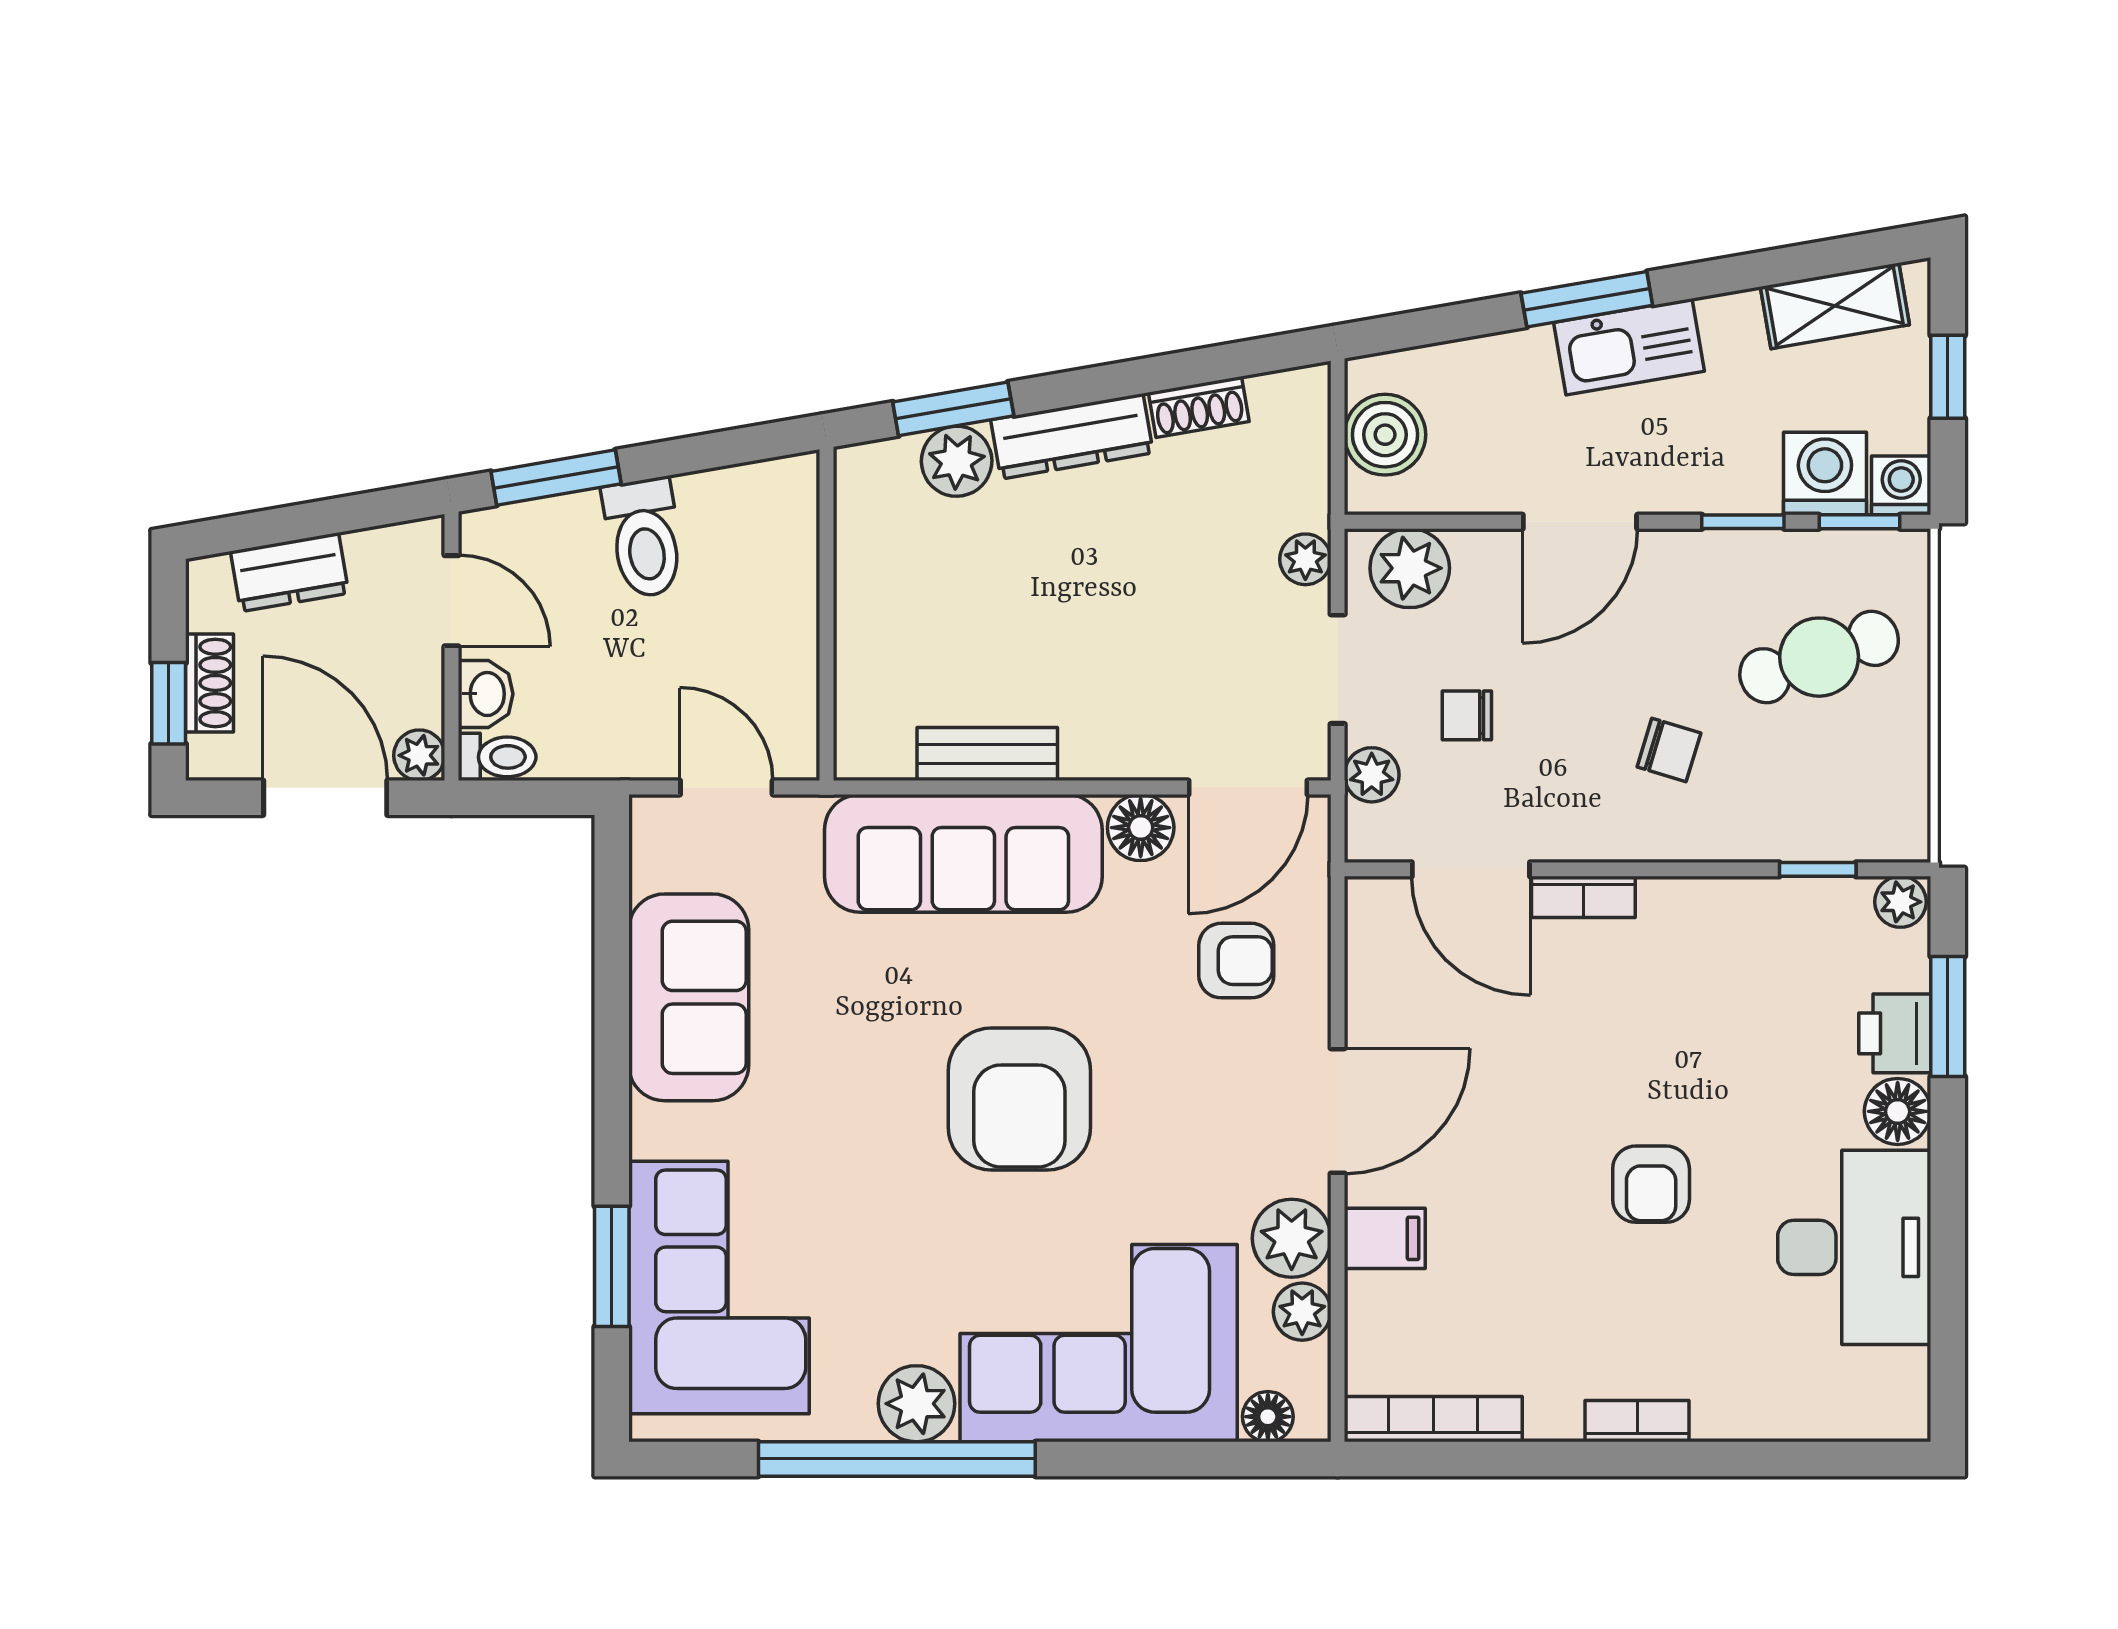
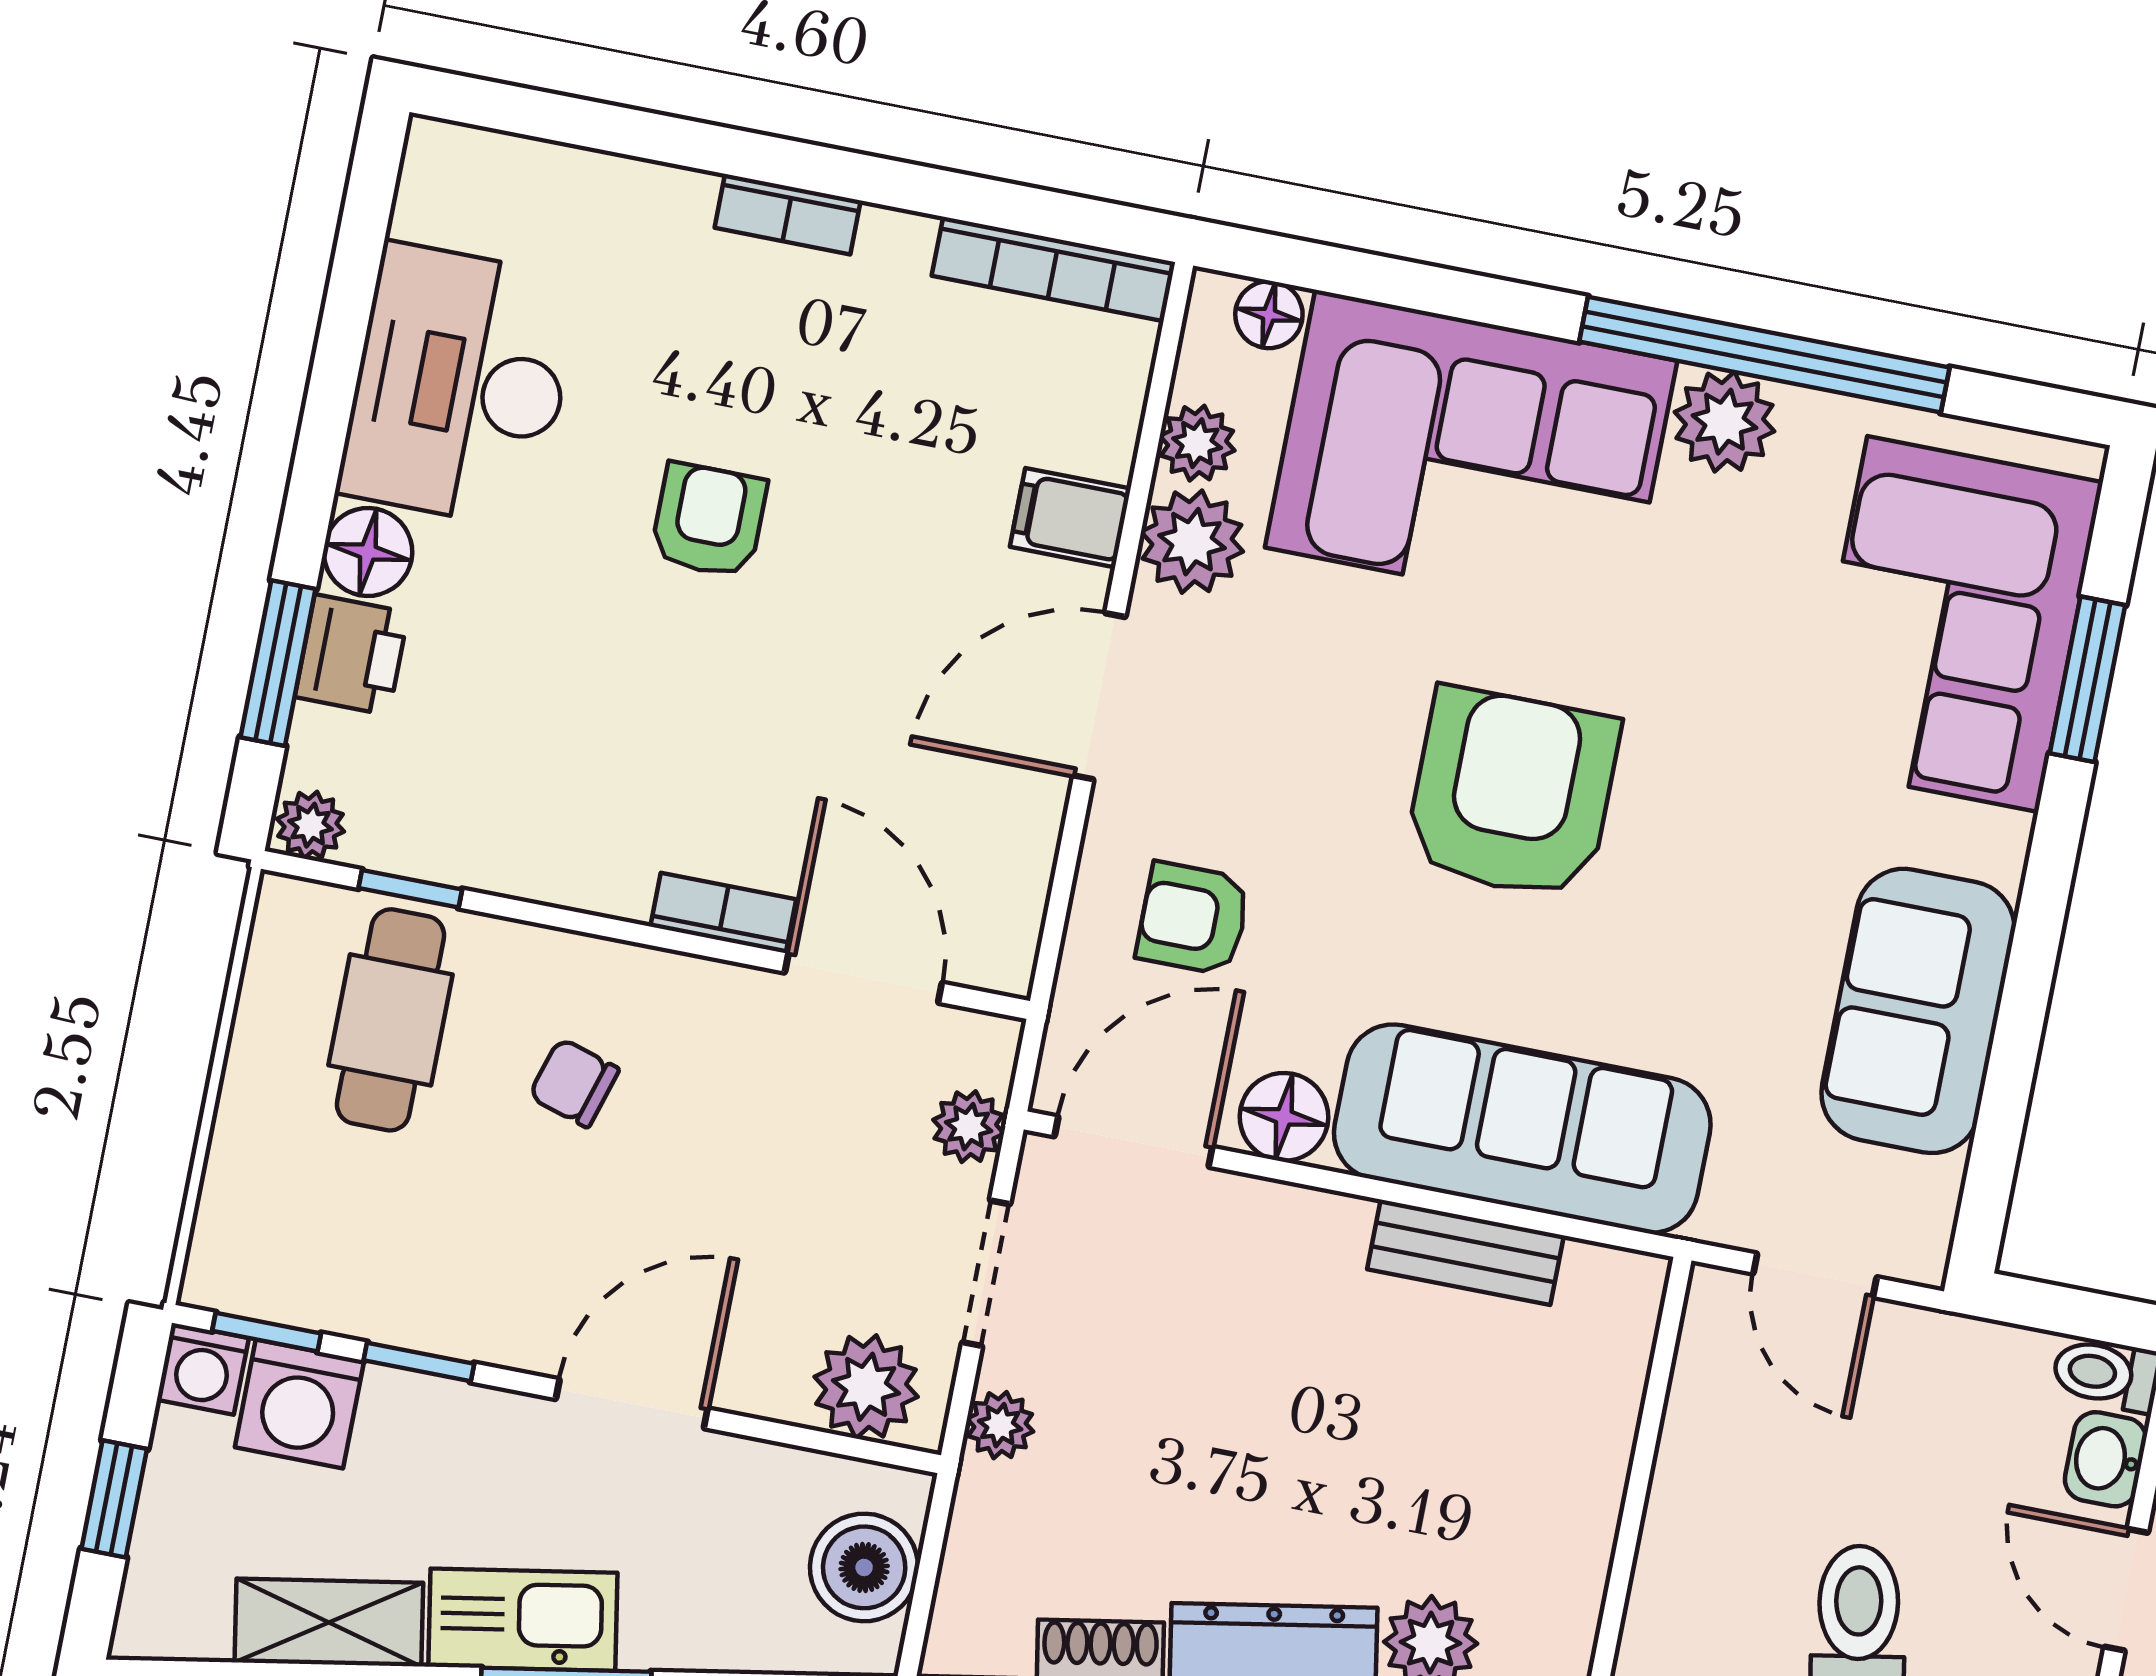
shelving: (1835, 306) -> (329, 1623), moved
cafe table: (1819, 657) -> (391, 1020), moved, turned -71
chair: (1467, 715) -> (829, 1180), removed

